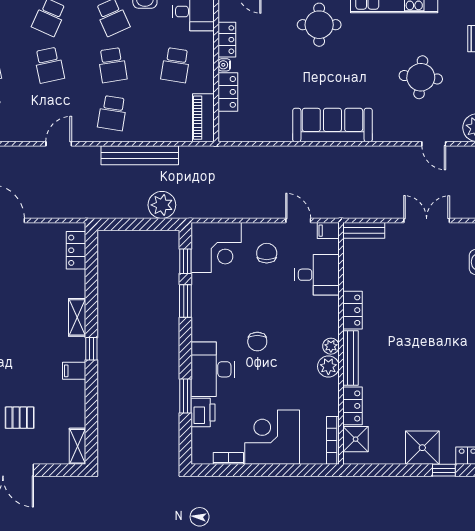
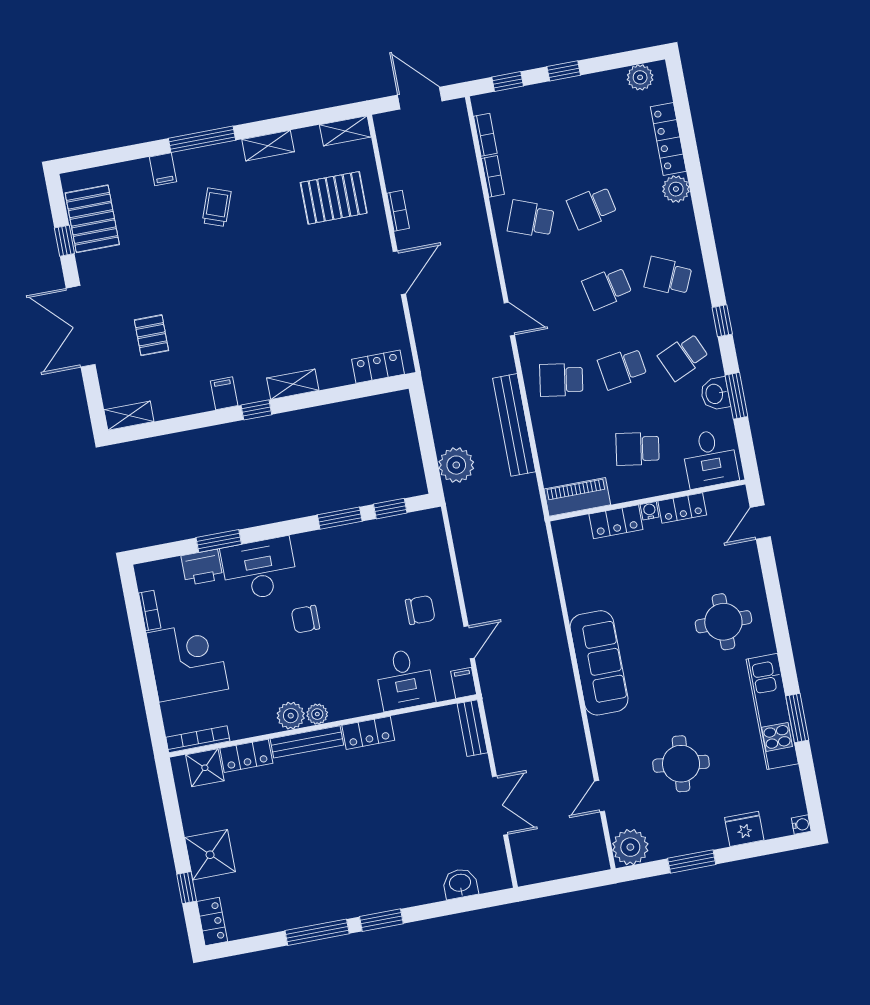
corner desk: (216, 248) -> (415, 544), removed

